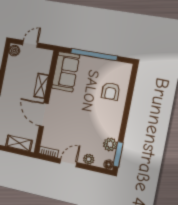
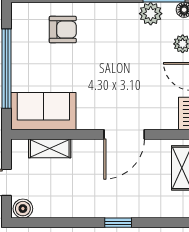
shelving: (41, 86) -> (50, 148), moved

